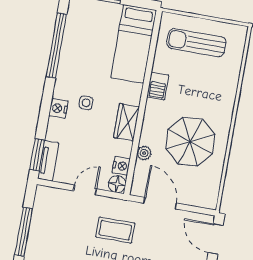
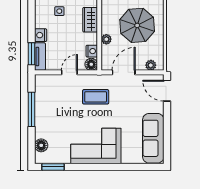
nightstand: (58, 108) -> (41, 35), moved
plant: (199, 200) -> (151, 65), added
door: (160, 203) -> (124, 72), hinge flipped

